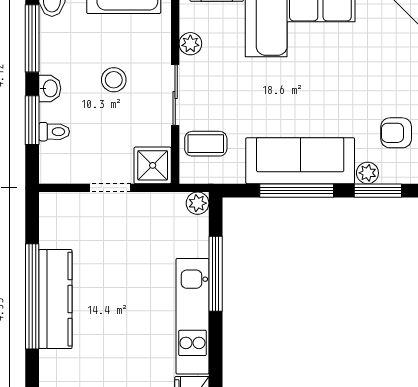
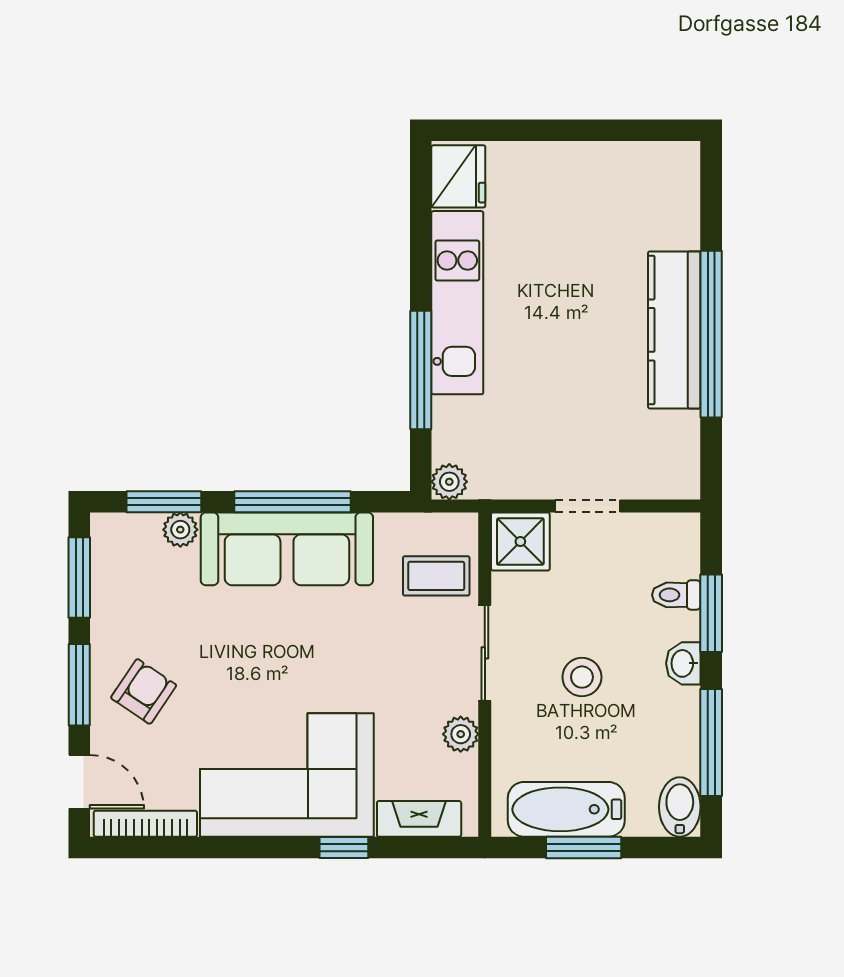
armchair: (396, 133) -> (144, 691), moved, turned -56

